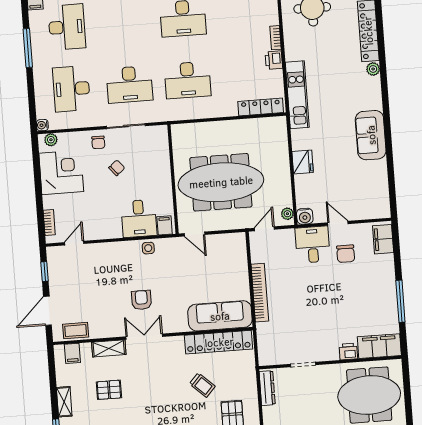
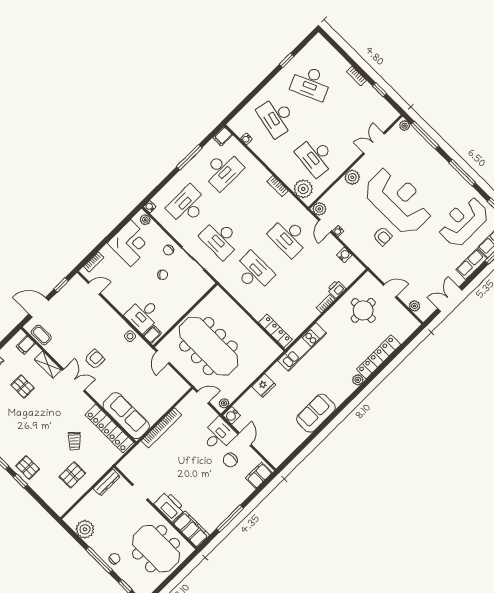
printer: (274, 60) -> (336, 289), moved
desk: (188, 80) -> (254, 272), turned 180
printer: (348, 352) -> (170, 507), width x1.87, depth x1.48

